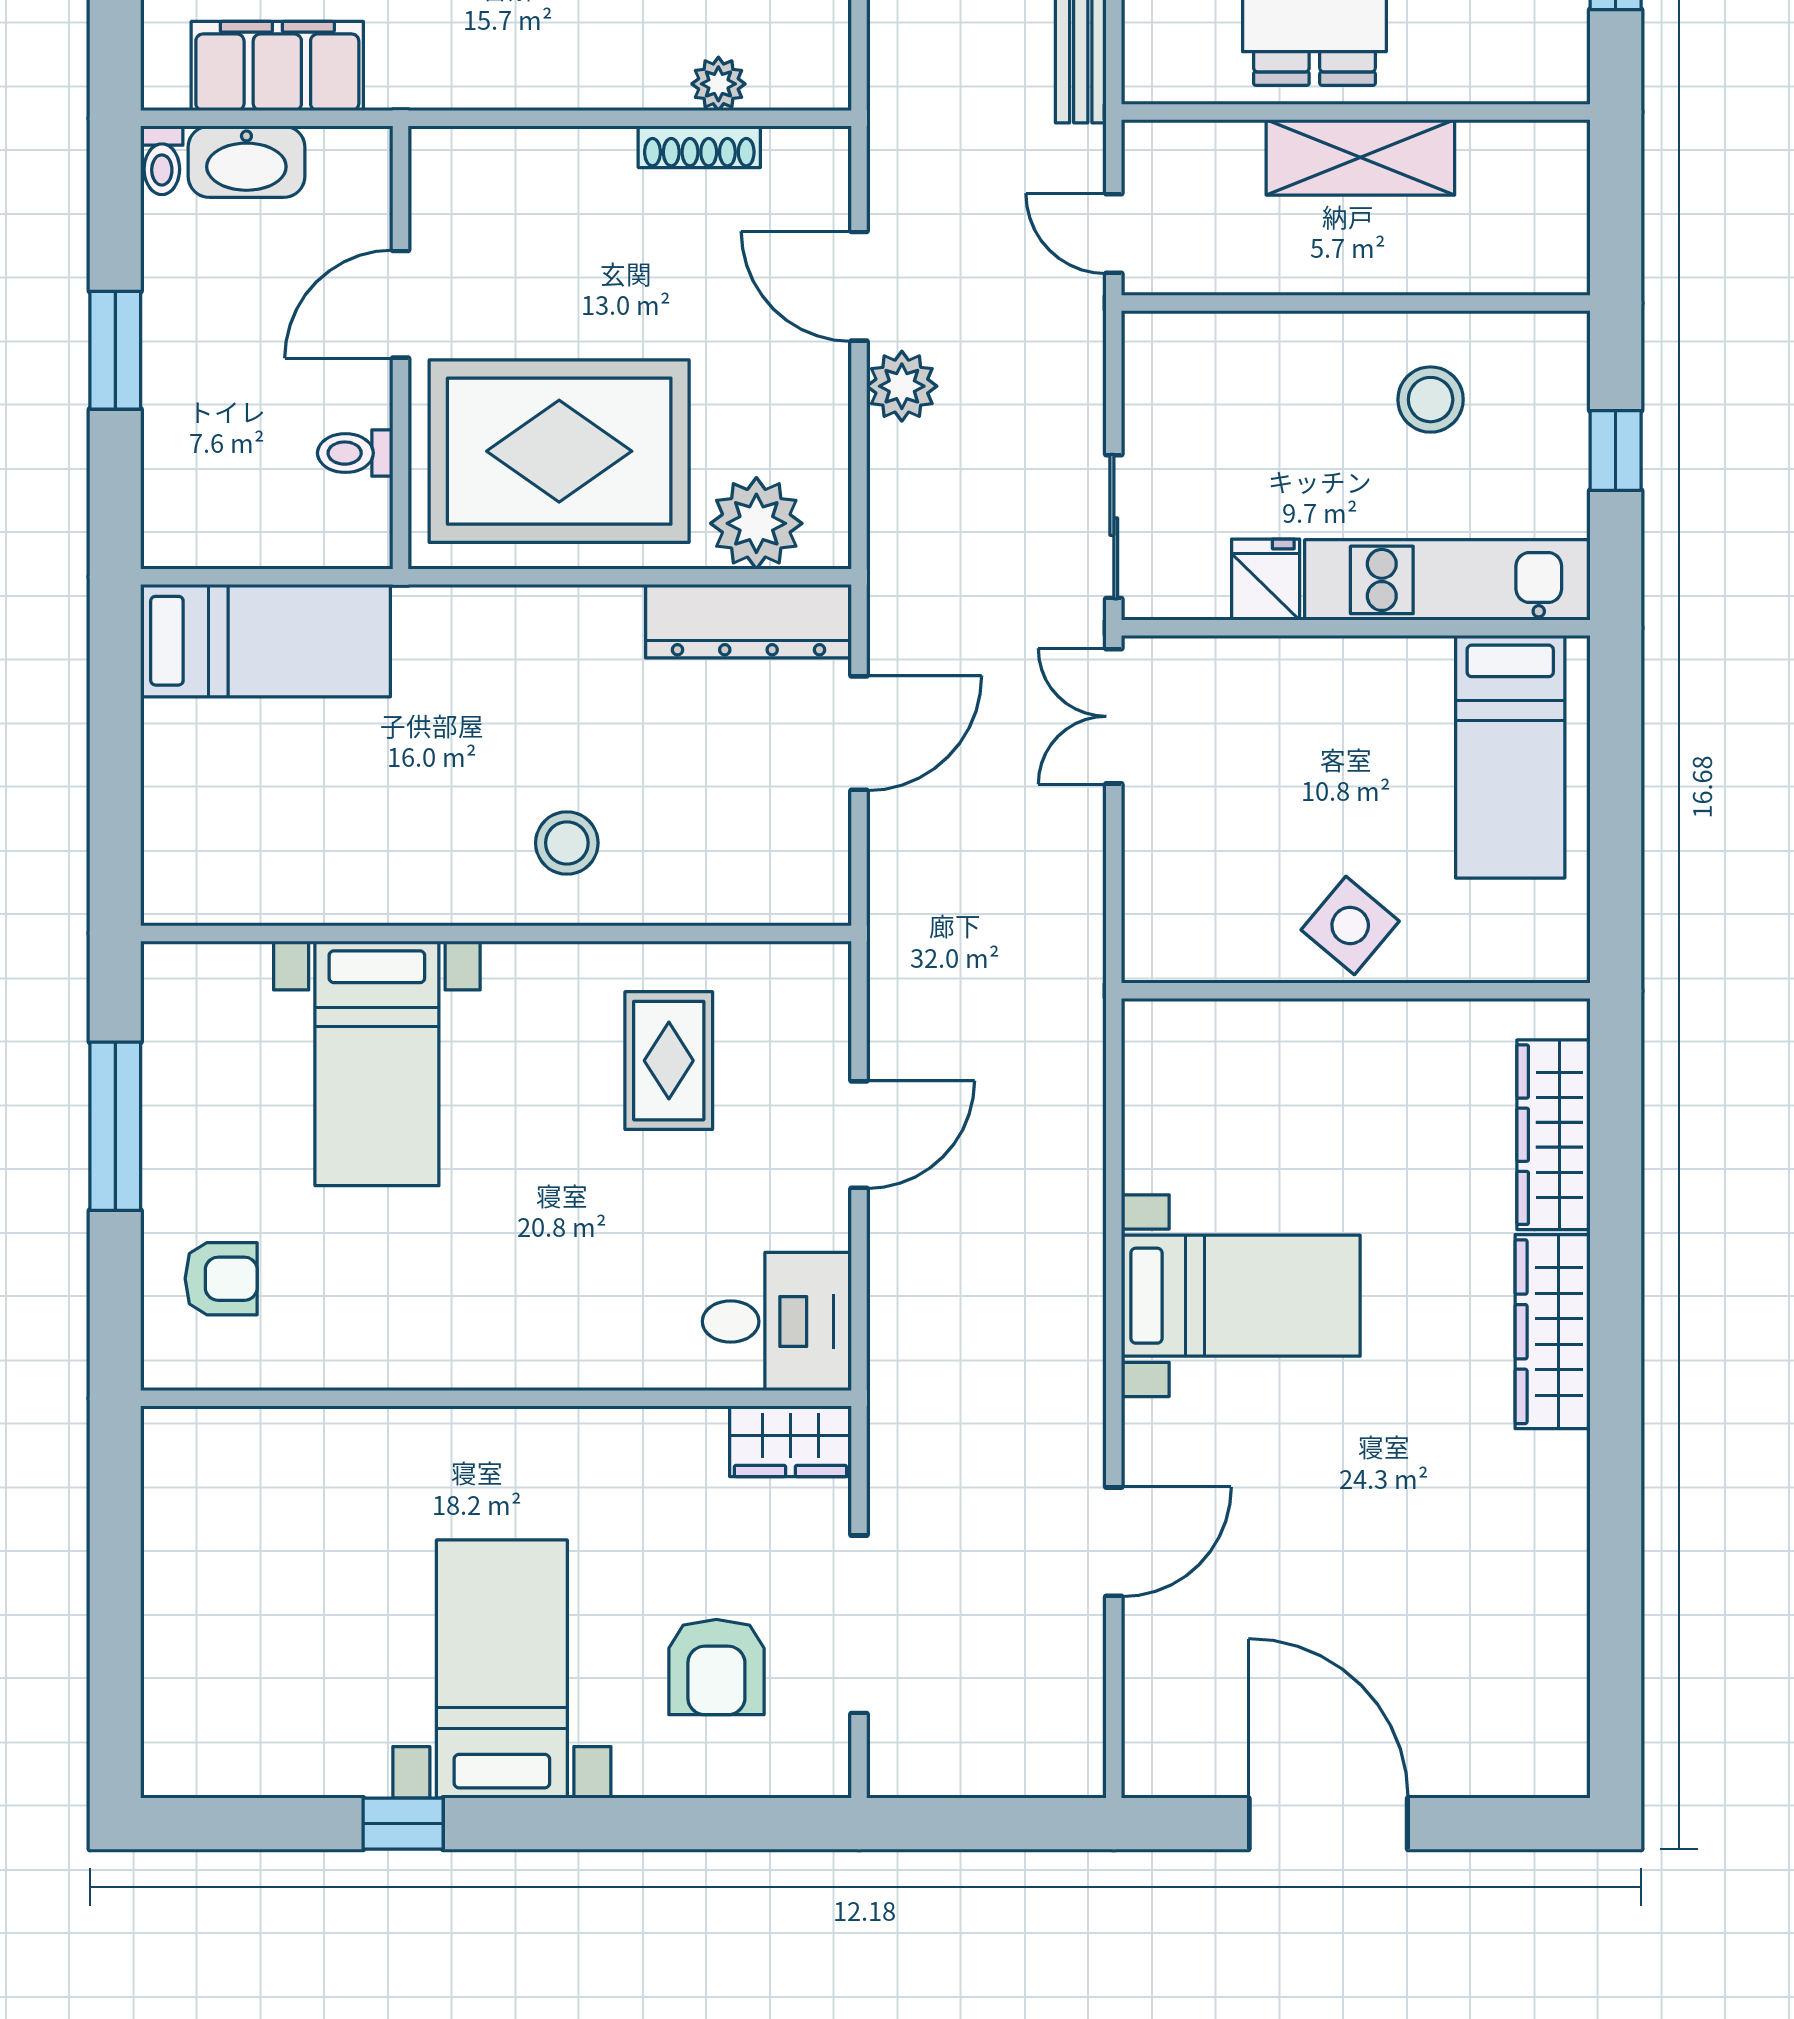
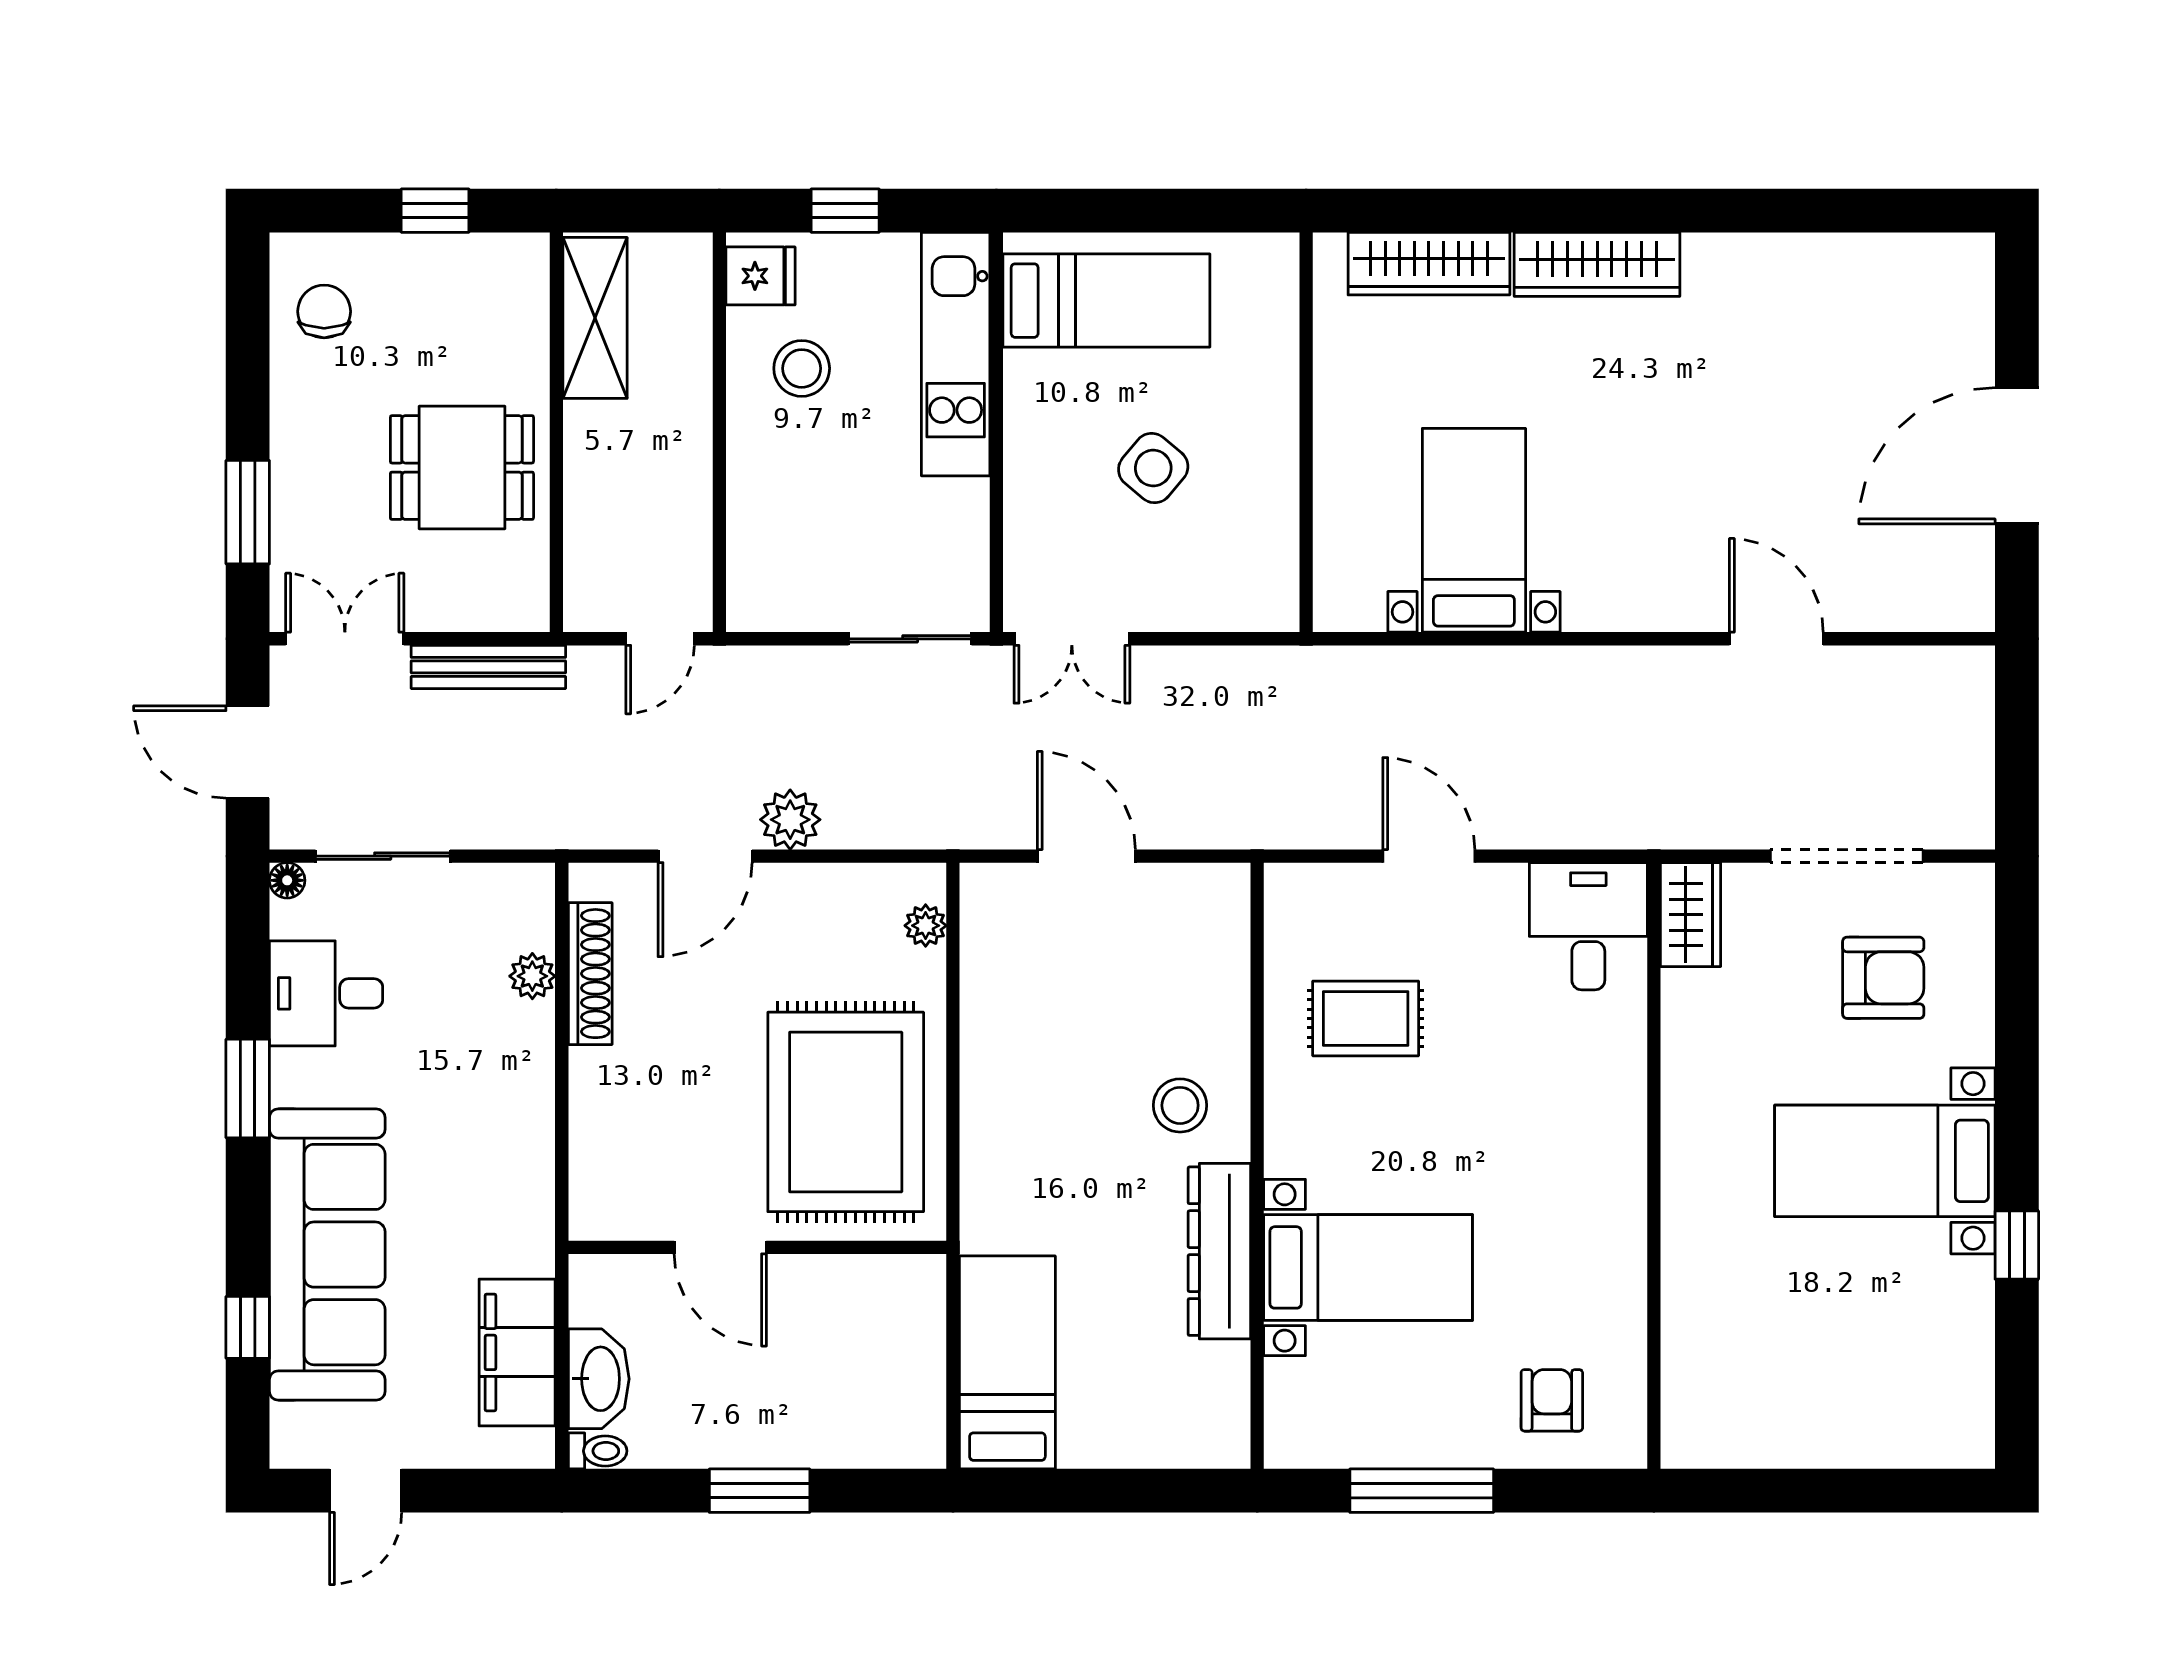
shoe rack: (699, 147) -> (590, 974), width x1.36, depth x1.24
shelving: (1360, 157) -> (595, 318), moved
toilet: (355, 453) -> (847, 1286), removed
plant: (756, 523) -> (926, 926), width x0.53, depth x0.53
fridge: (1266, 580) -> (760, 276), moved, turned 180
dresser: (748, 621) -> (1219, 1251), moved, turned 180
side table: (1350, 925) -> (1153, 468), moved
bed with nightstands: (1241, 1296) -> (1474, 530), moved

